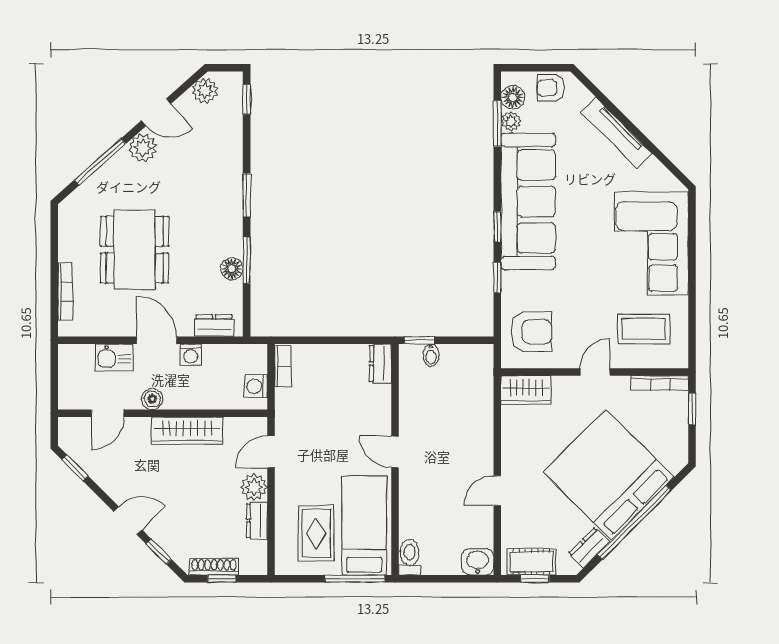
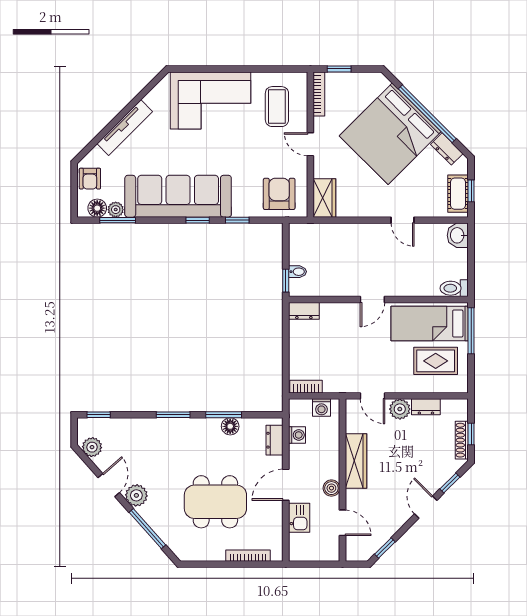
washing machine: (191, 355) -> (297, 435), moved

